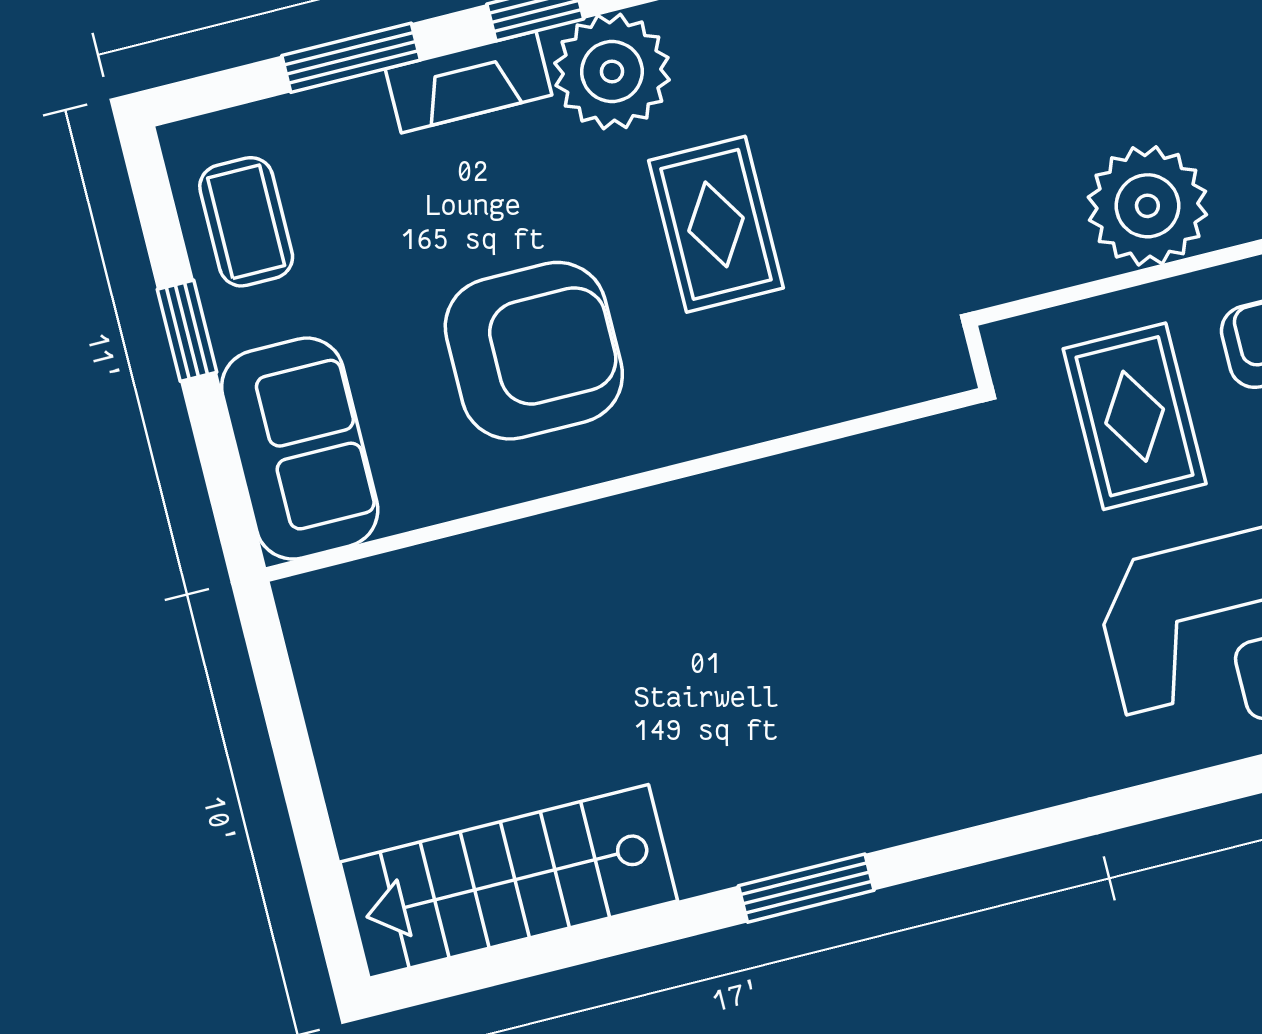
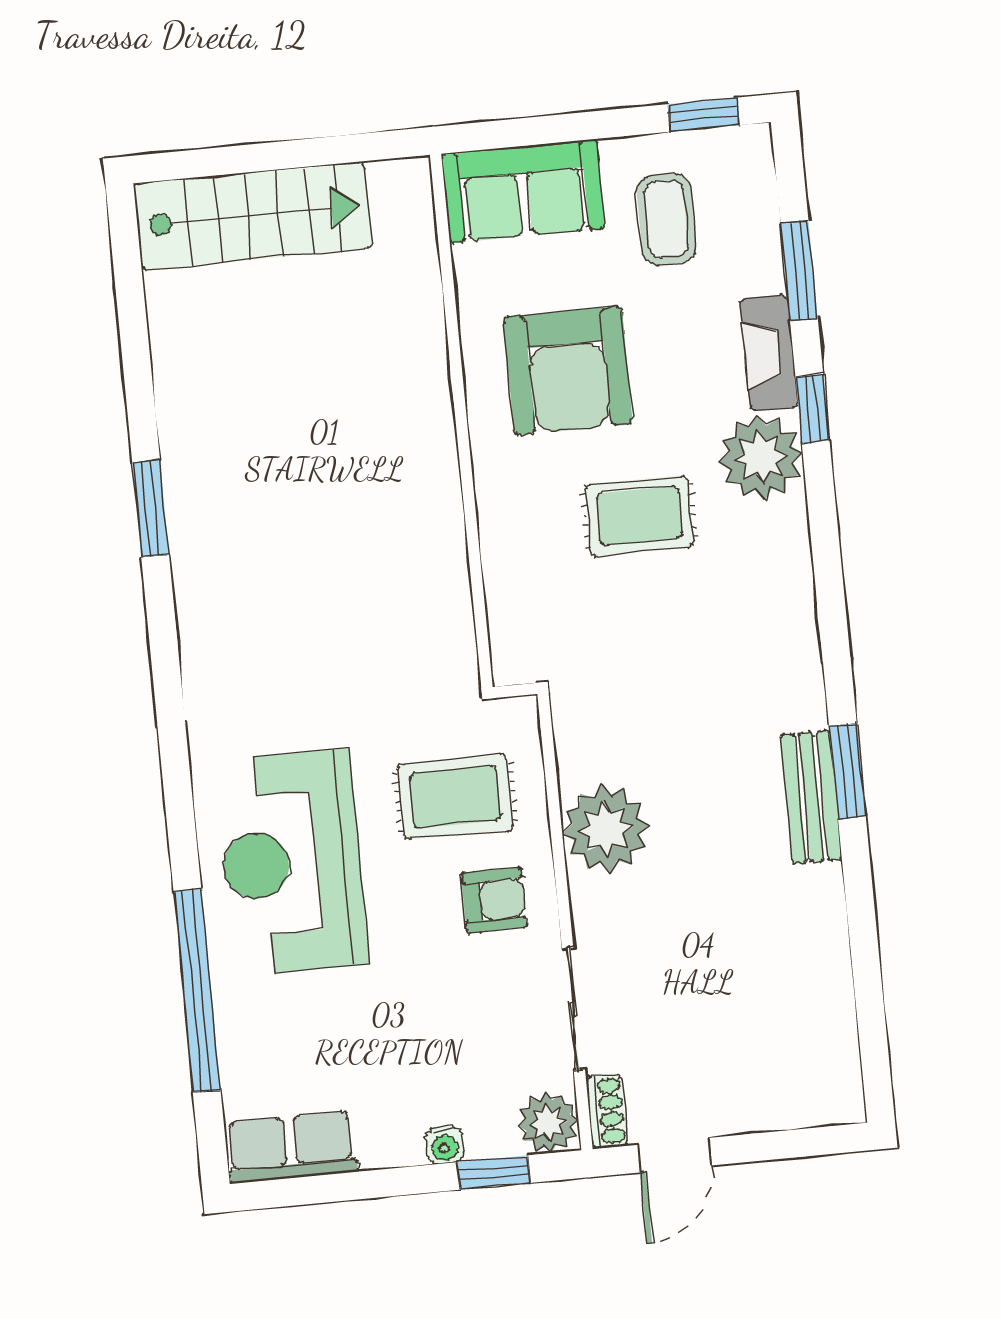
coffee table: (246, 222) -> (666, 219), moved, turned 90
window: (187, 331) -> (704, 115), moved
stairs: (509, 881) -> (253, 216), moved, turned 90

